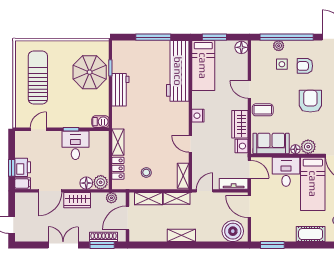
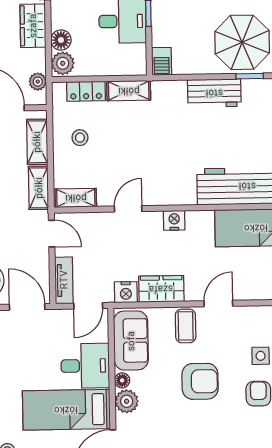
armchair: (310, 101) -> (200, 381), moved
door: (249, 207) -> (27, 307), hinge flipped

